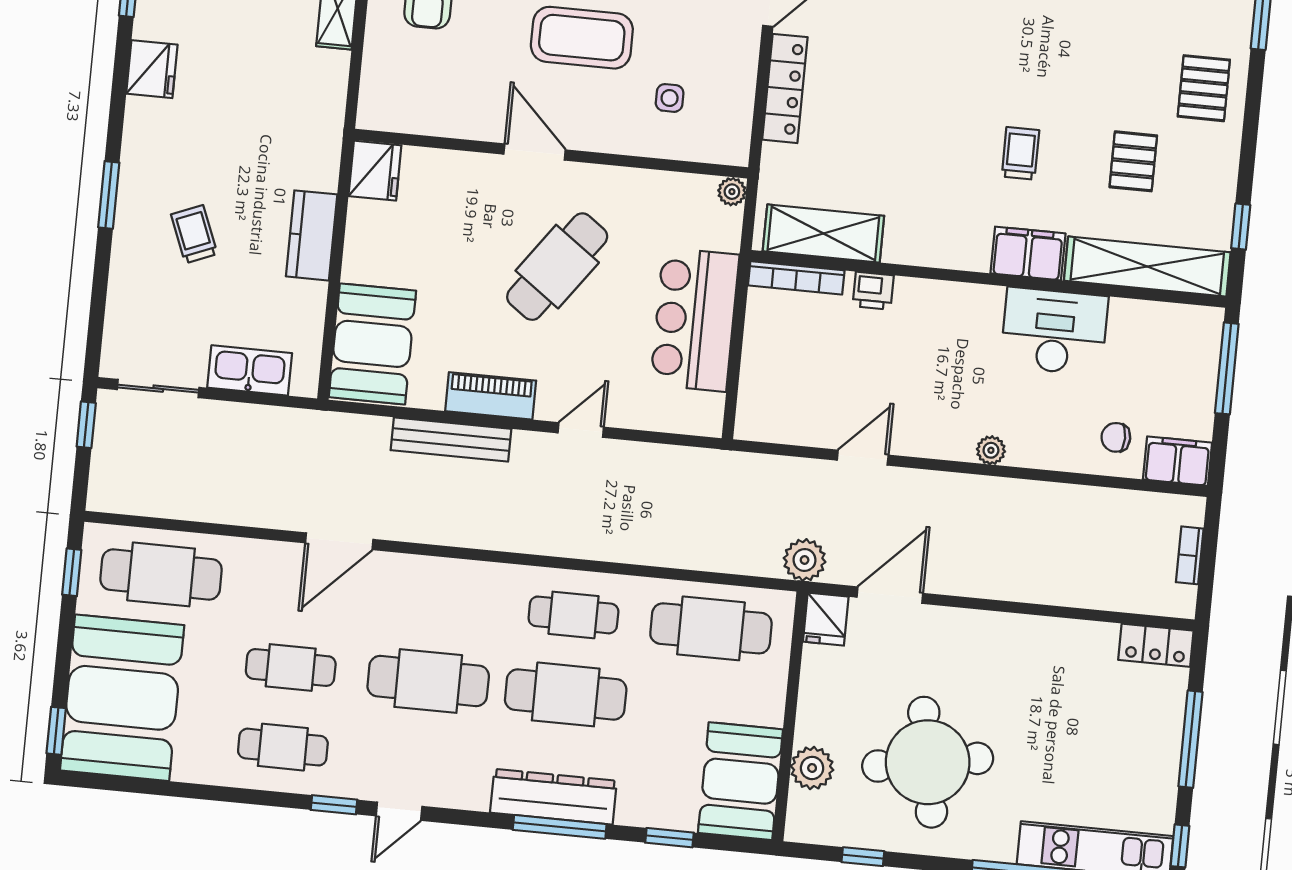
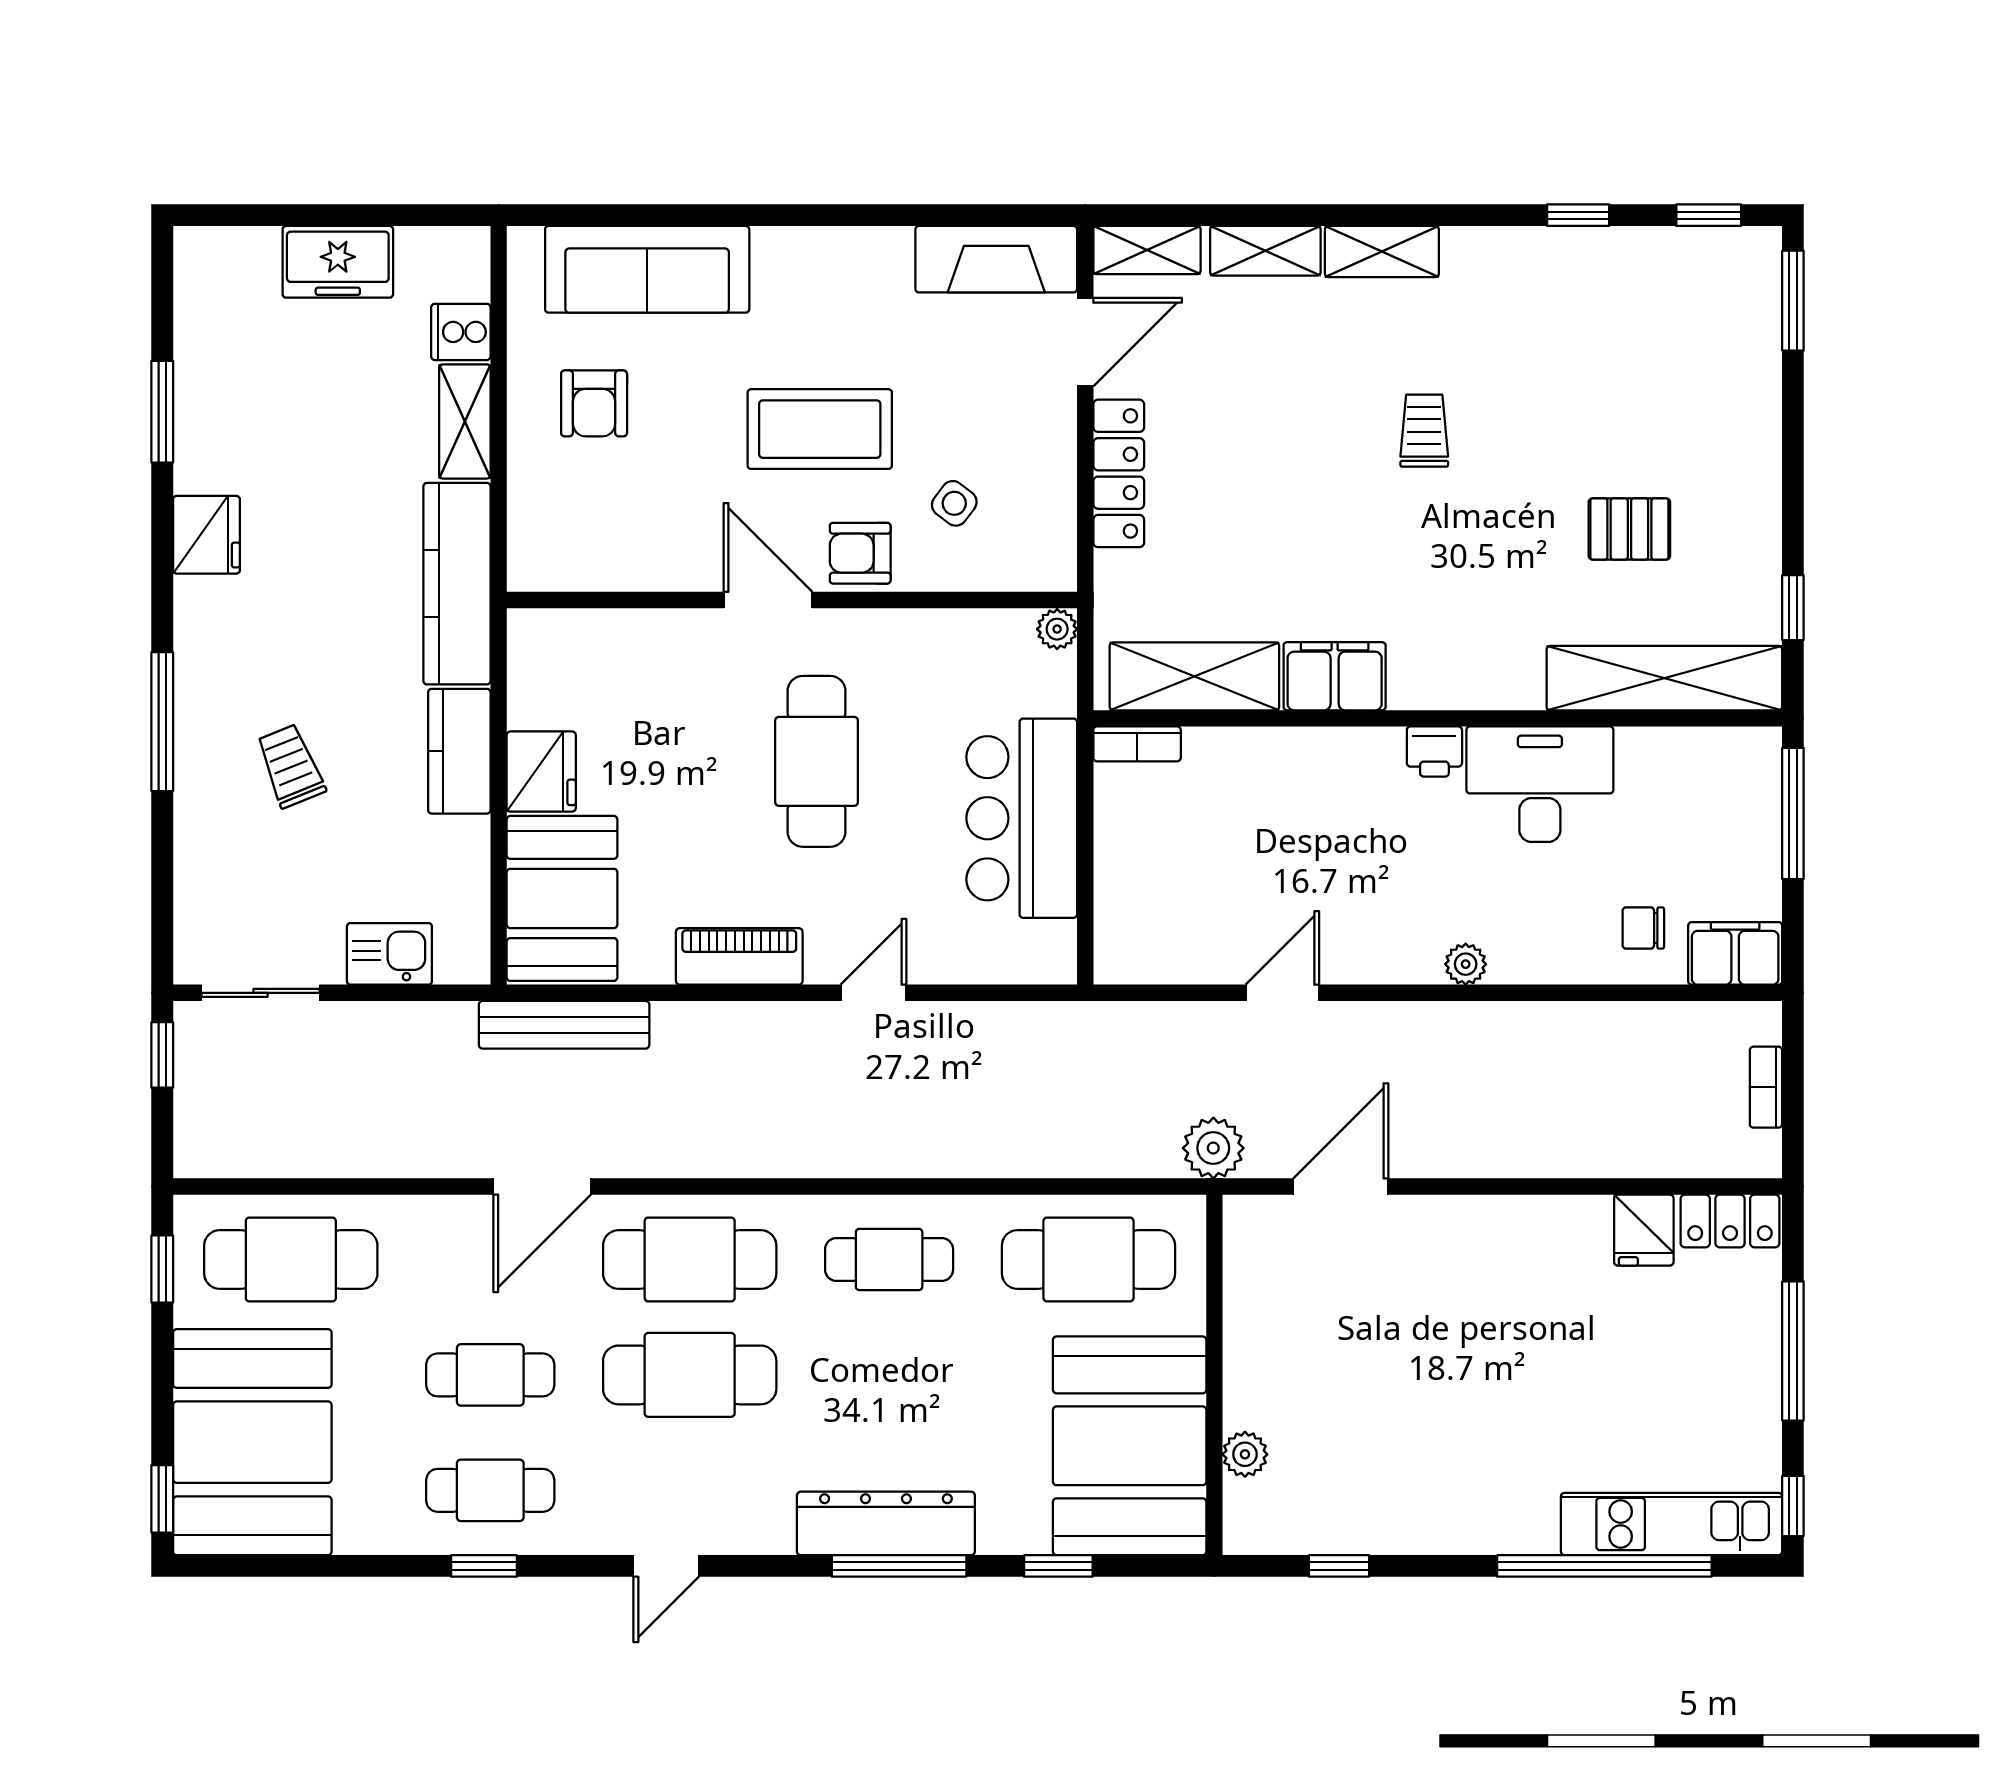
pallet: (1204, 88) -> (1720, 414), removed
side table: (670, 98) -> (954, 503), turned 37
kitchen counter: (321, 120) -> (457, 584), added
armchair: (601, 126) -> (860, 553), added
trolley: (1020, 153) -> (1424, 431), moved
pallet: (1133, 161) -> (1629, 529), turned 90
fridge: (375, 171) -> (541, 772), moved
window: (109, 195) -> (162, 722), width x1.44
filing cabinet: (1028, 253) -> (1335, 676), moved
cafe table: (557, 267) -> (817, 761), turned -36
bookcase: (796, 278) -> (1137, 744), width x0.64
printer: (873, 291) -> (1434, 752), moved
kitchen sink: (250, 370) -> (389, 954), width x0.73
bench: (451, 439) -> (564, 1025), moved
fridge: (826, 619) -> (1644, 1230), moved
cafe table: (566, 694) -> (690, 1259), moved
round table: (928, 762) -> (1419, 1421), removed
plant: (812, 768) -> (1245, 1454), width x0.73, depth x0.73
booth: (740, 781) -> (1130, 1446), width x1.36, depth x1.42
window: (334, 805) -> (484, 1566), moved

